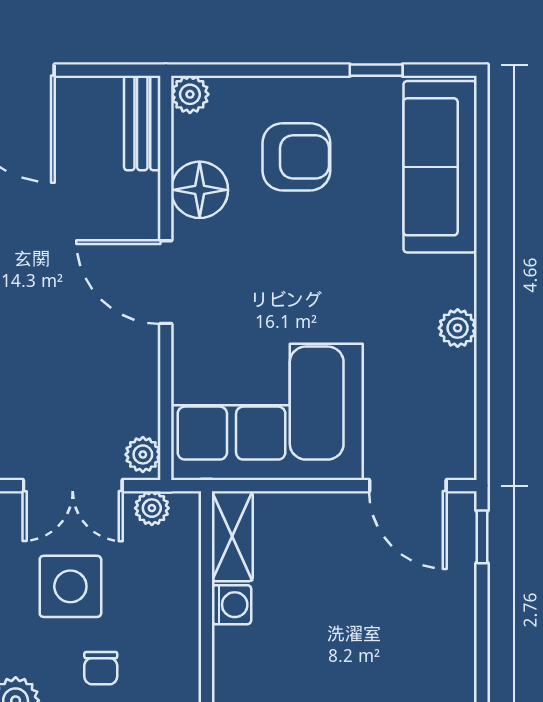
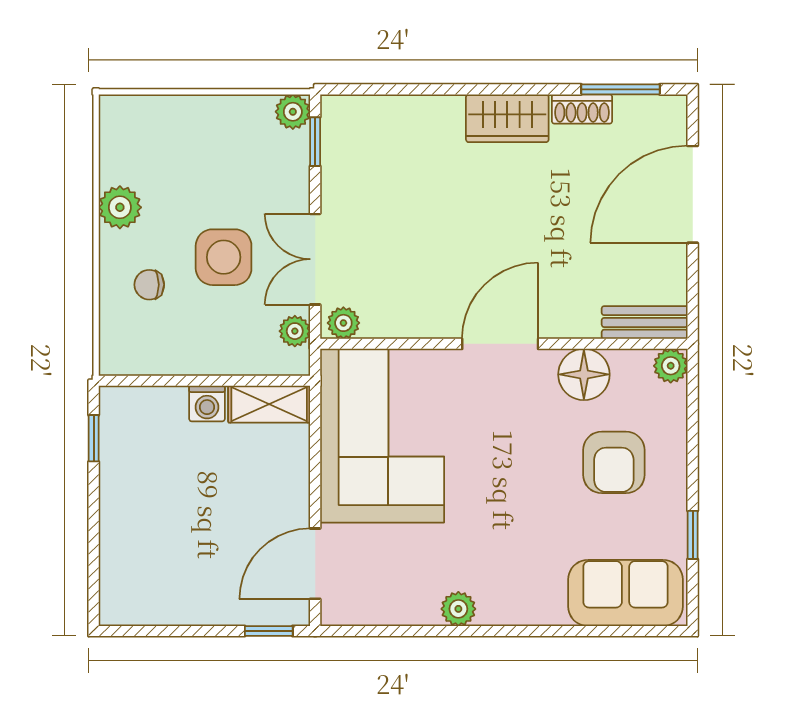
sofa: (440, 167) -> (626, 593), width x0.73

